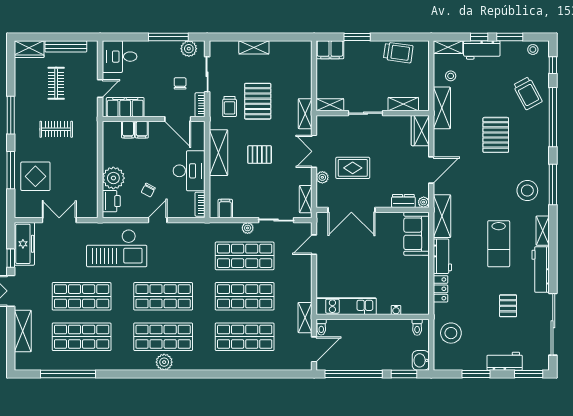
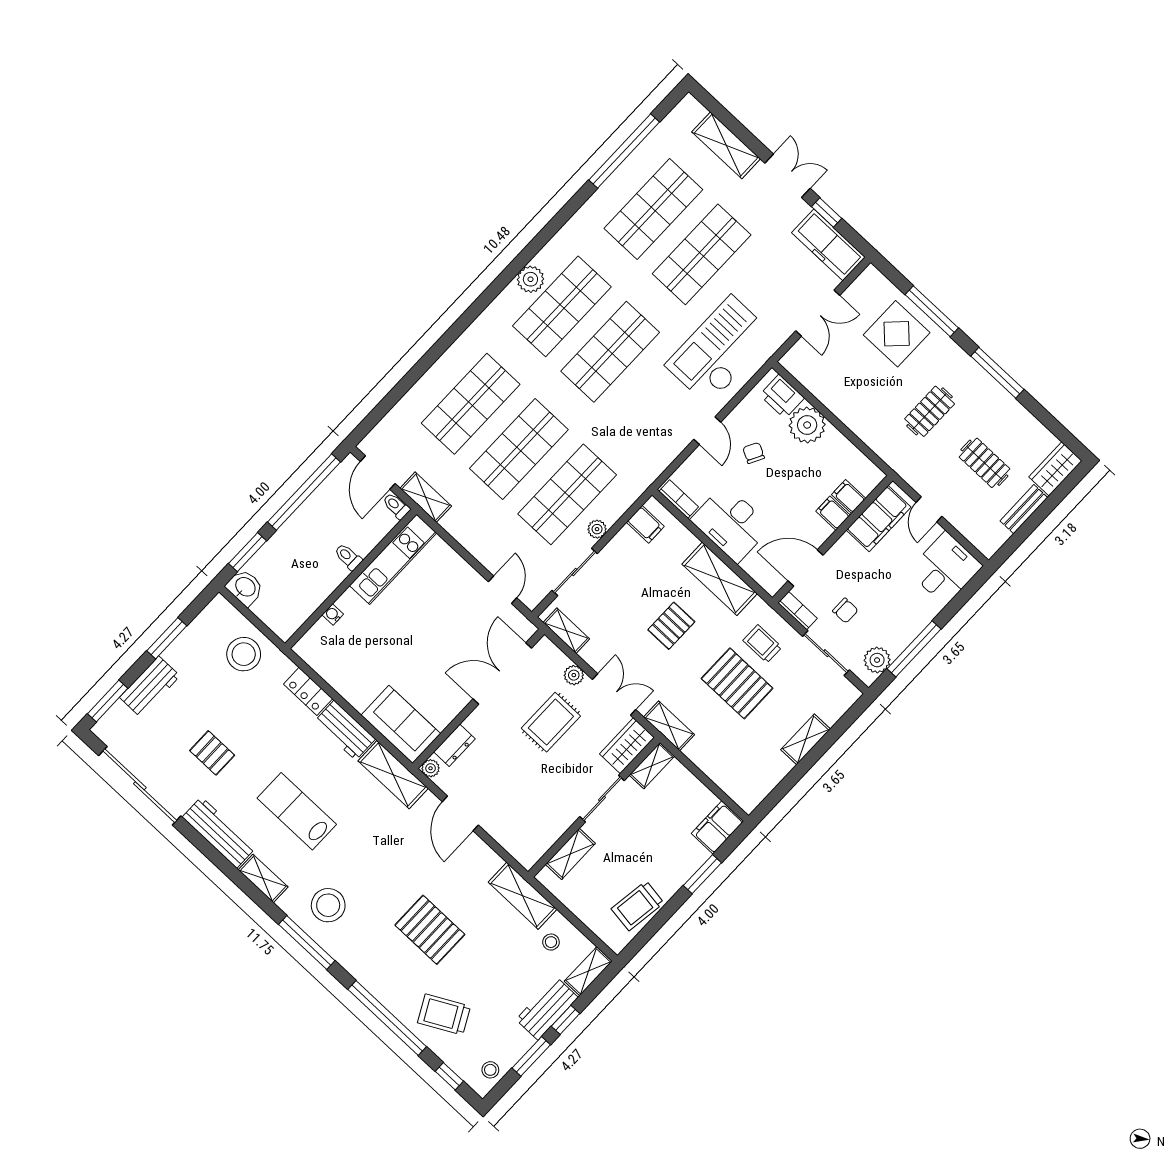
bench: (66, 46) -> (1024, 509), width x0.73
wardrobe: (420, 131) -> (627, 746), moved, turned -90
toilet: (417, 327) -> (348, 557), moved

